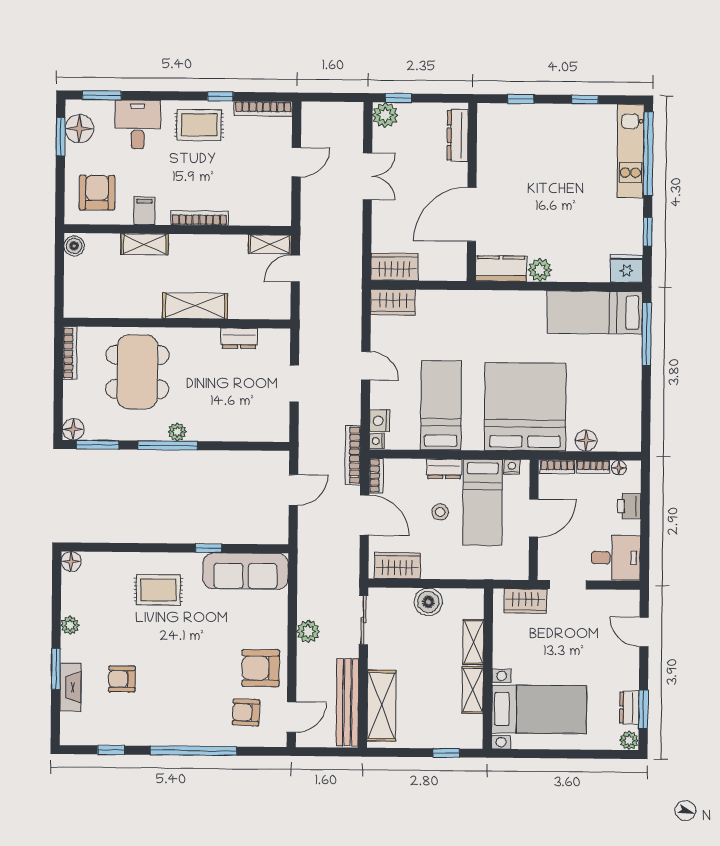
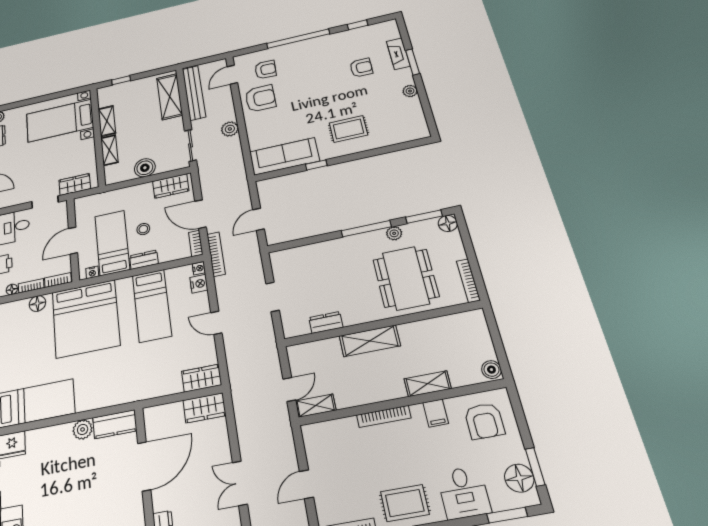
plant: (177, 432) -> (394, 233), moved
floor lamp: (71, 561) -> (421, 132), removed

